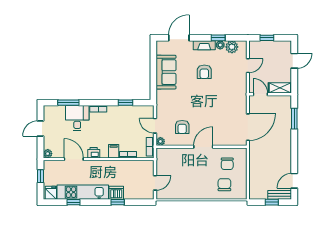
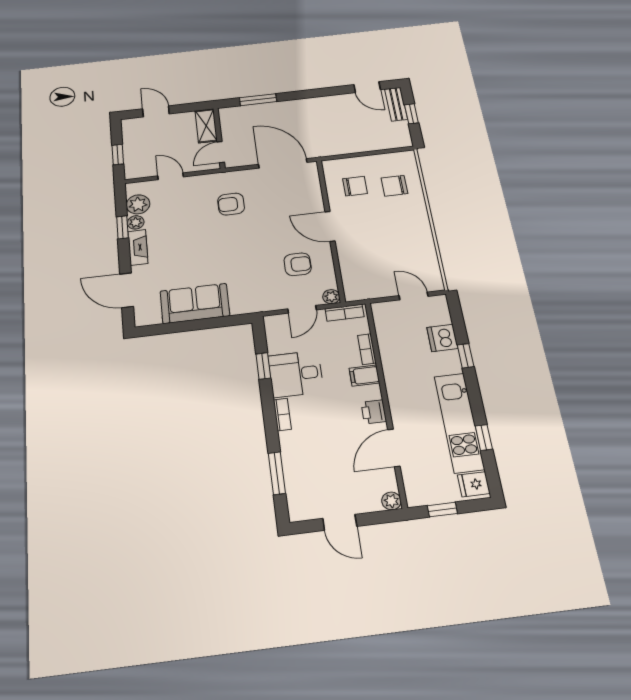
armchair: (204, 72) -> (231, 204), moved, turned 180
desk: (77, 118) -> (296, 374), moved
dishwasher: (116, 193) -> (442, 338), moved

